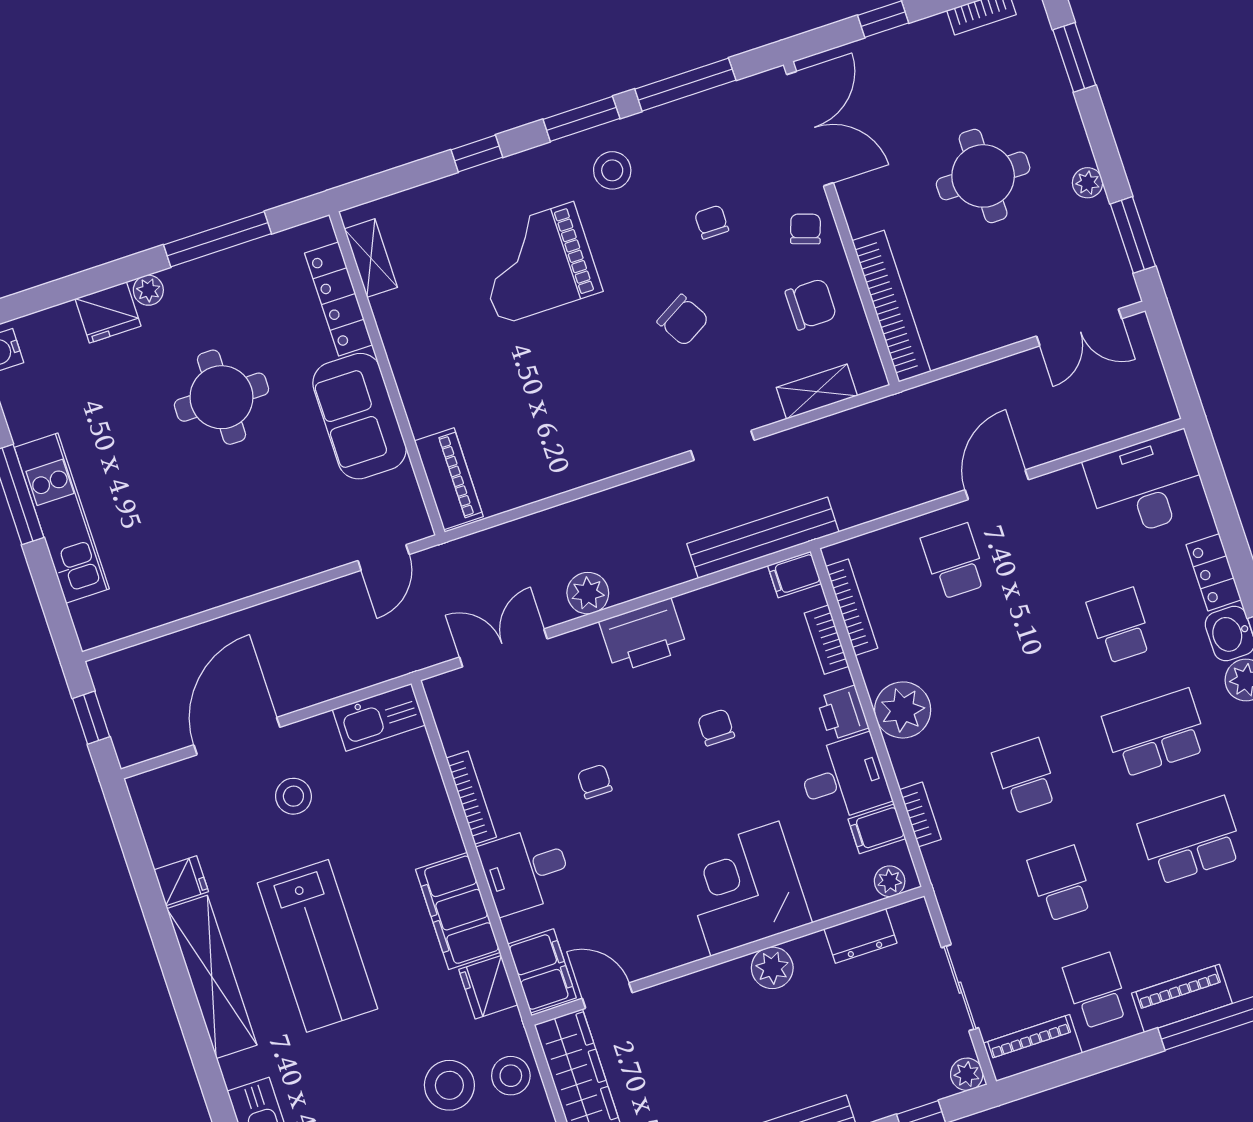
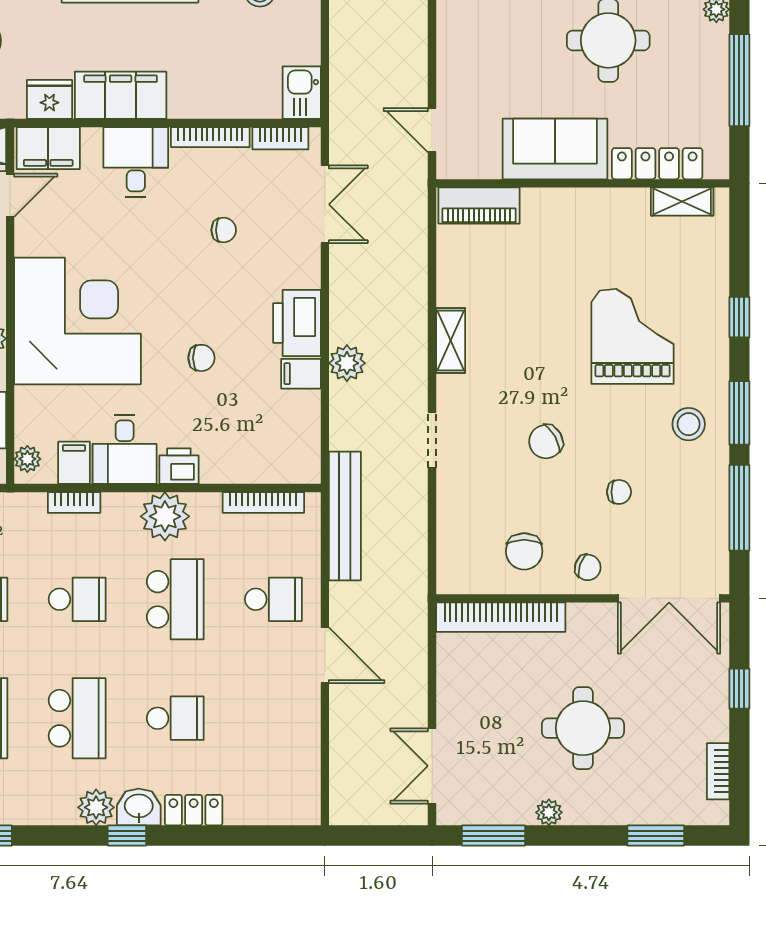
shelving: (817, 392) -> (451, 341), moved
desk: (1146, 485) -> (284, 778), removed
bench: (763, 538) -> (345, 516), moved
filing cabinet: (794, 575) -> (301, 374), moved, turned -90
plant: (588, 593) -> (347, 363), moved
bookcase: (826, 640) -> (280, 138), moved, turned 180
school desk: (990, 669) -> (175, 599), added
kitchen sink: (379, 717) -> (302, 93), width x0.73
chair: (595, 782) -> (224, 230), moved
corner desk: (745, 889) -> (77, 321), width x1.36, depth x1.36

